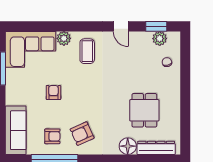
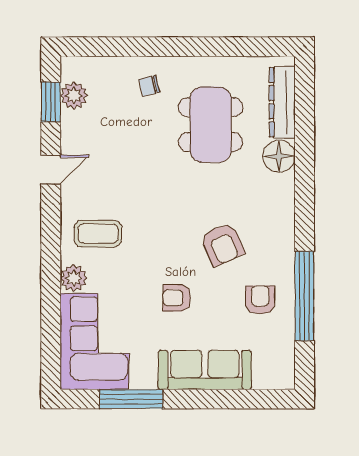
chair: (167, 62) -> (149, 86), moved
dining table: (144, 110) -> (211, 125), width x1.38
sofa: (16, 130) -> (205, 370), moved
armchair: (82, 134) -> (222, 244), moved

